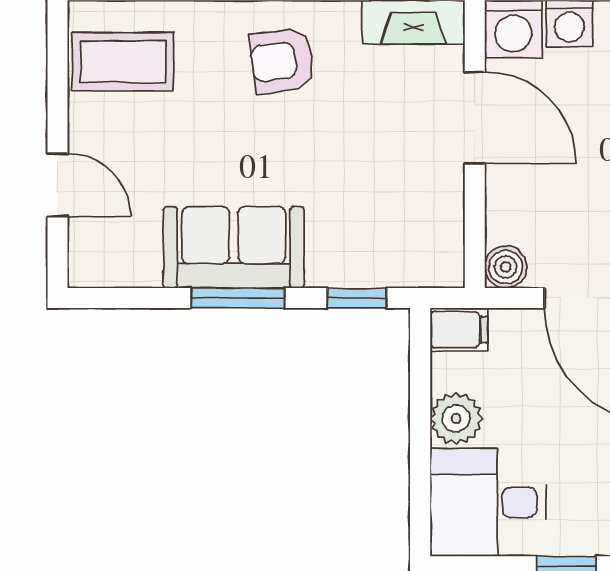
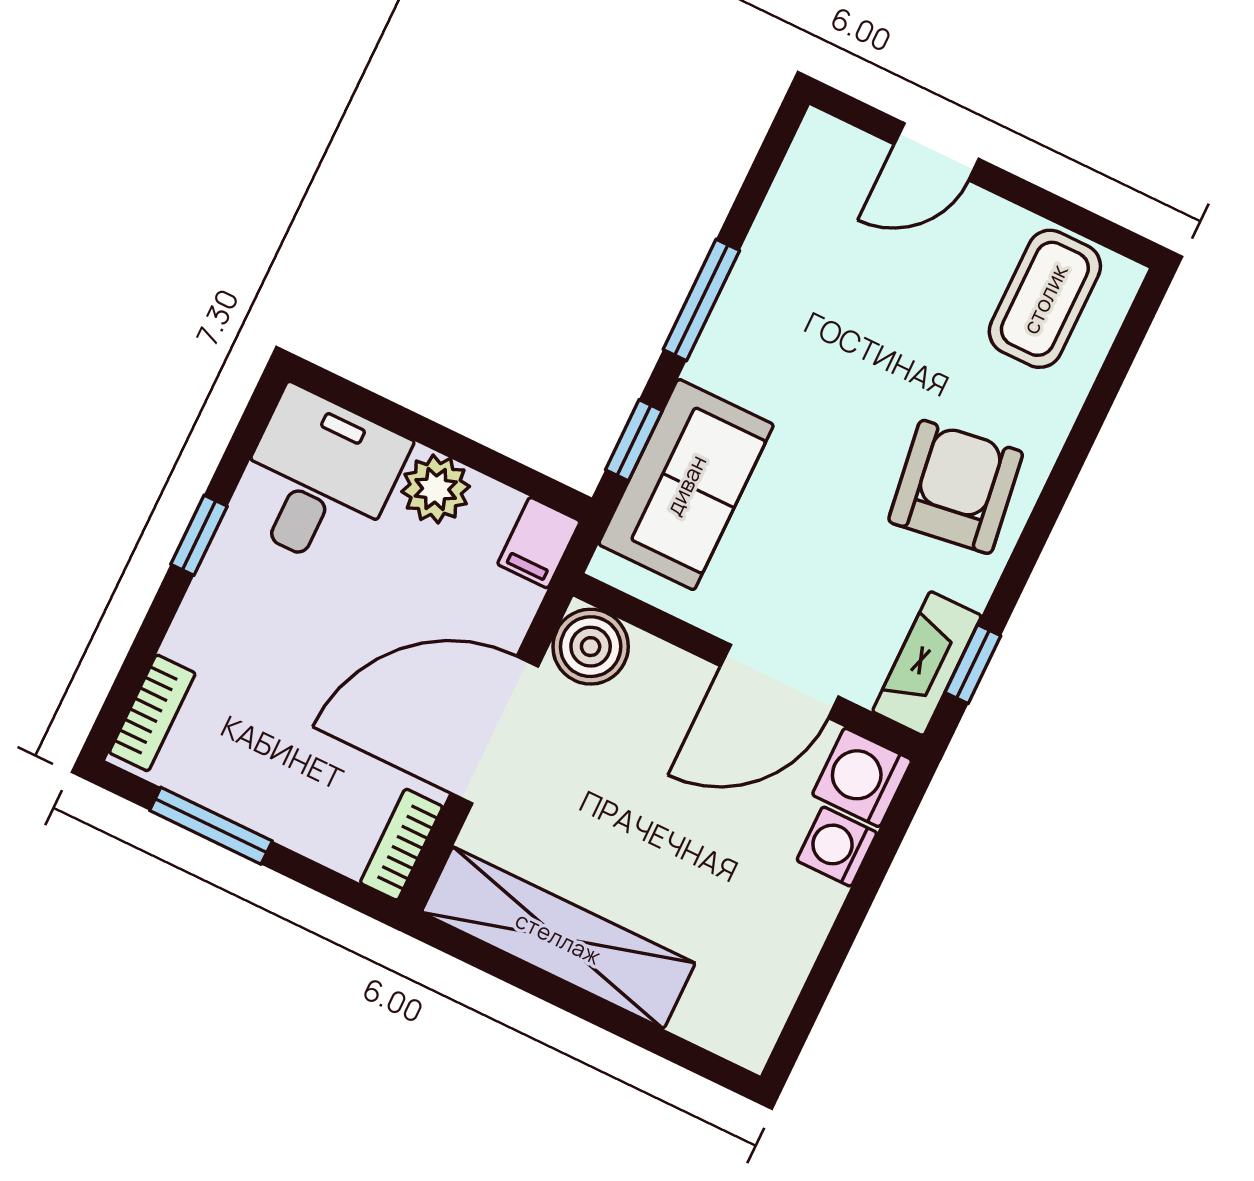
armchair: (282, 61) -> (956, 487), width x1.38, depth x1.38
sofa: (234, 247) -> (686, 485), moved
boiler: (506, 267) -> (591, 647), width x1.36, depth x1.36

